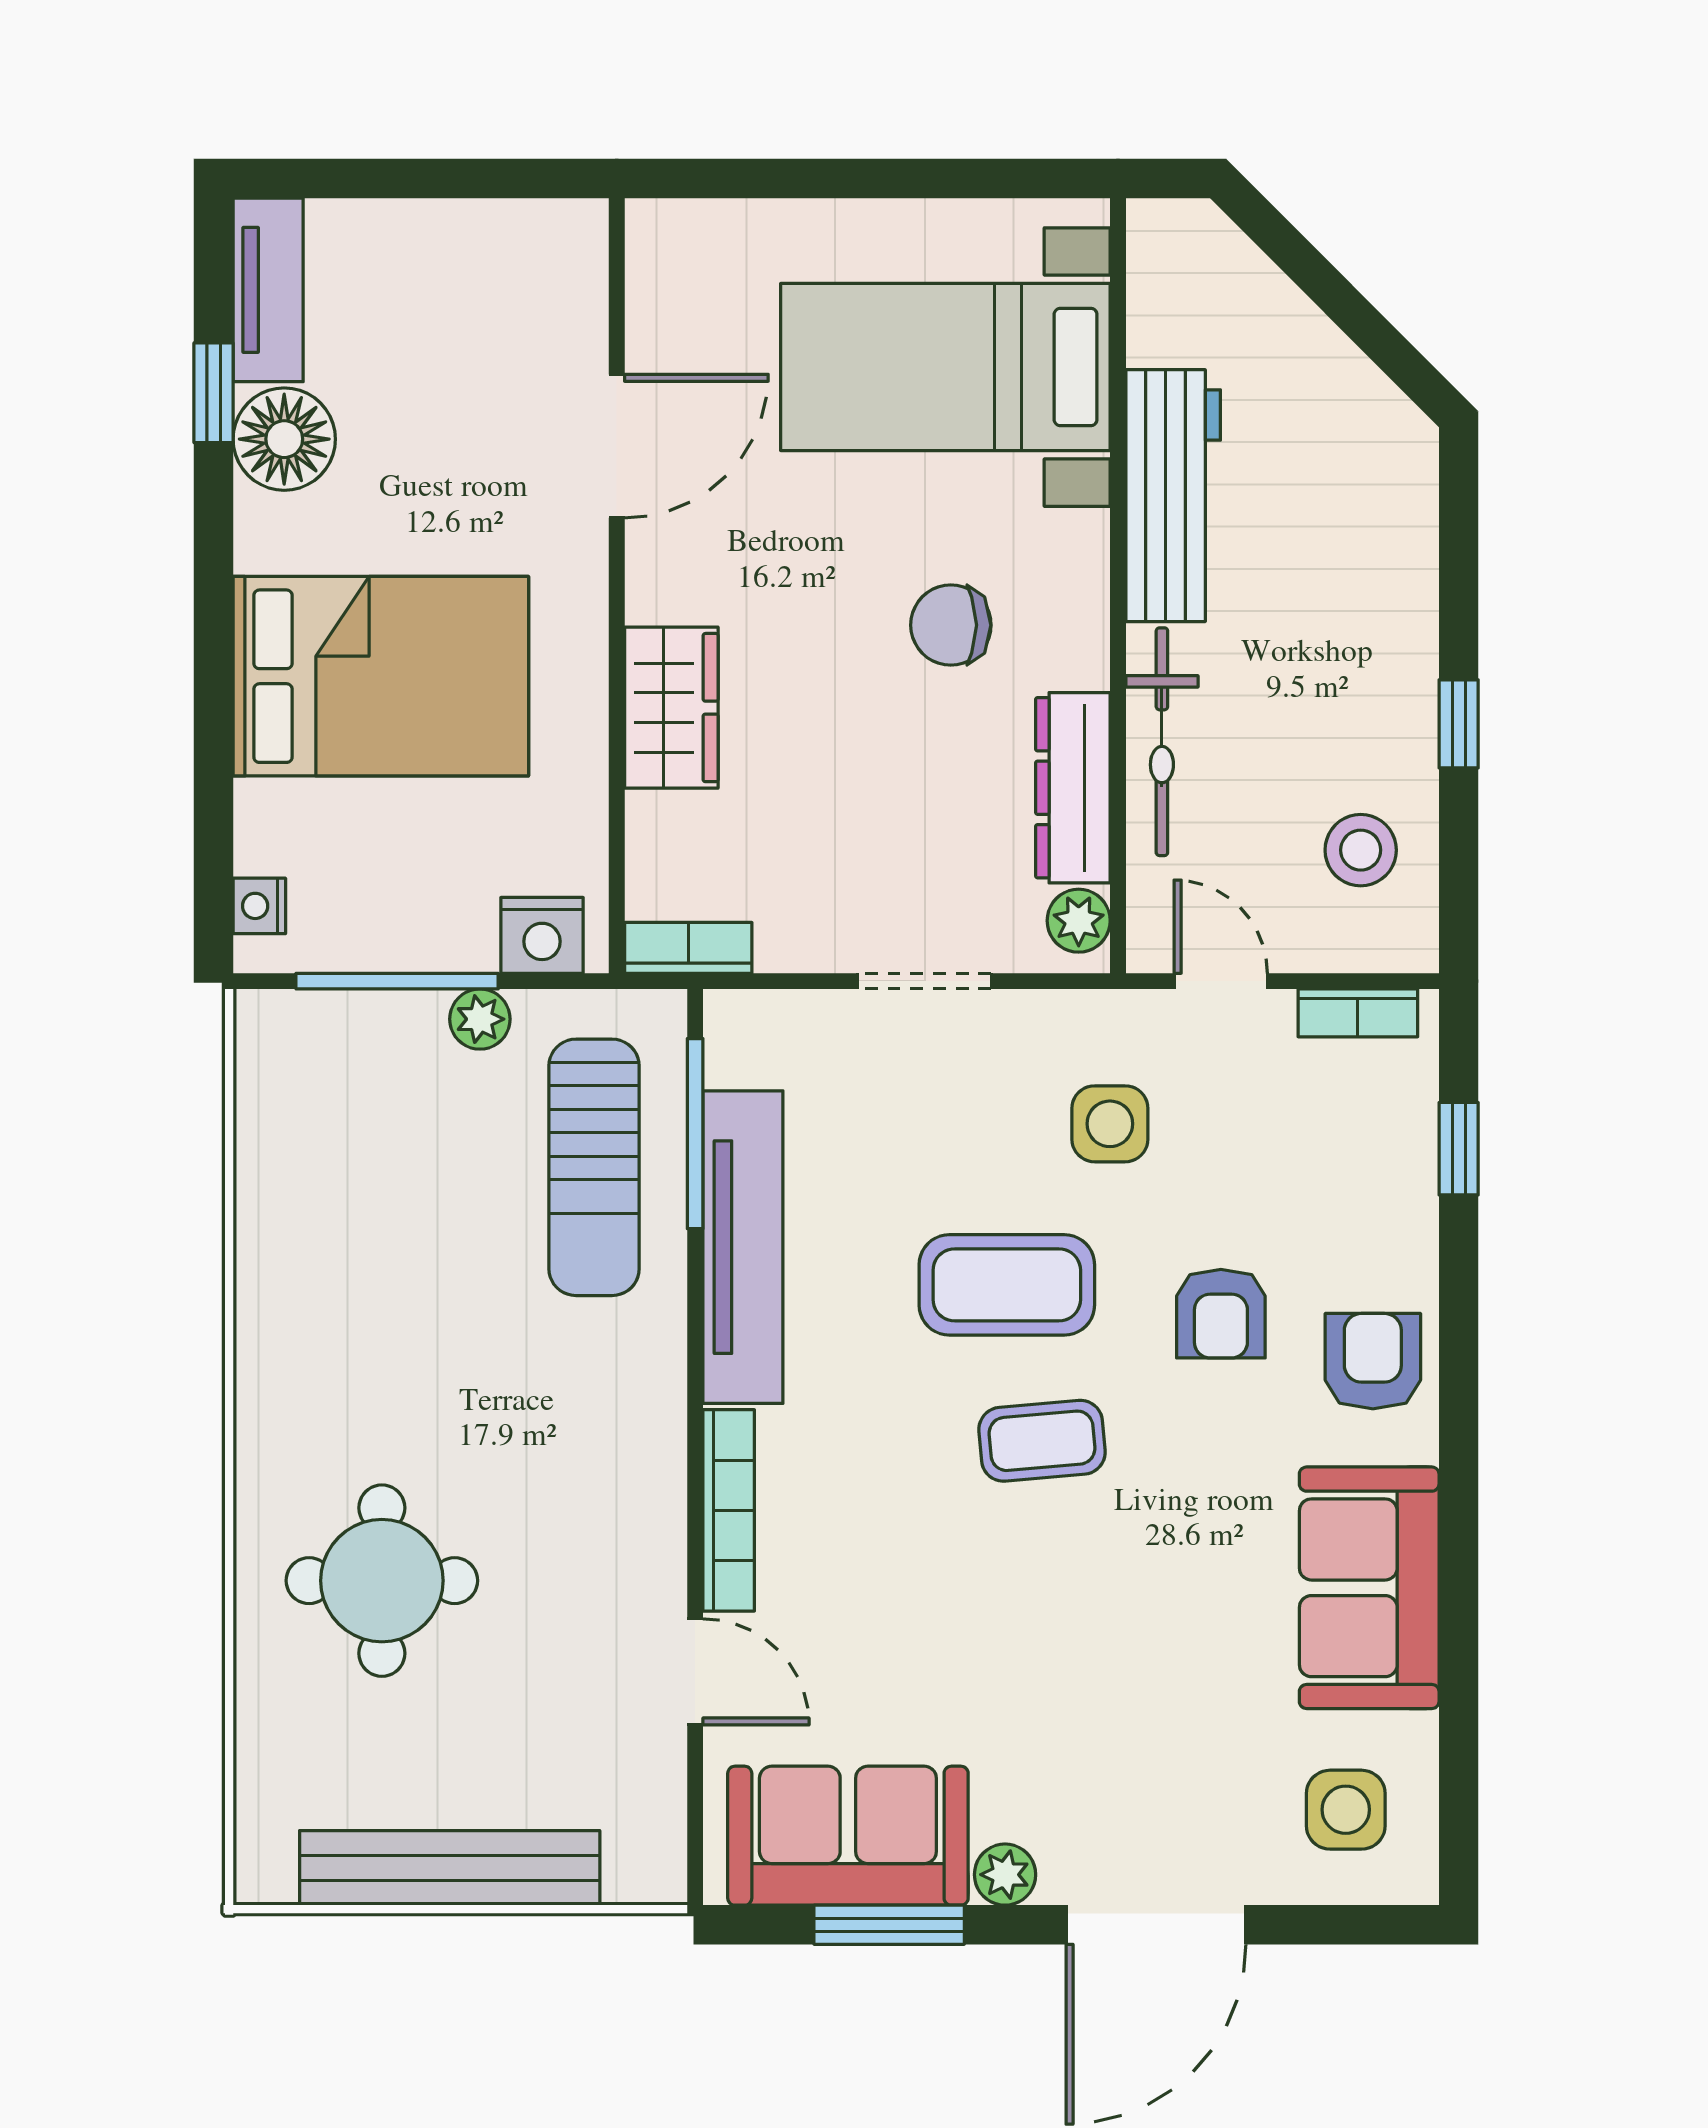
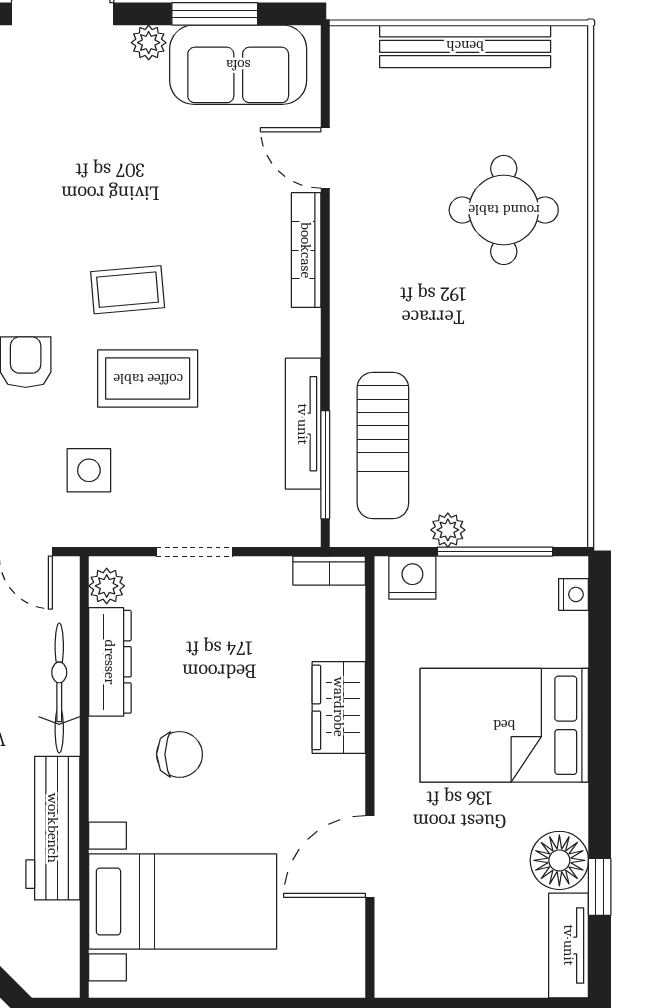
sun lounger: (594, 1167) -> (383, 445), turned 180
tv unit: (743, 1247) -> (303, 424), width x0.73, depth x0.78

